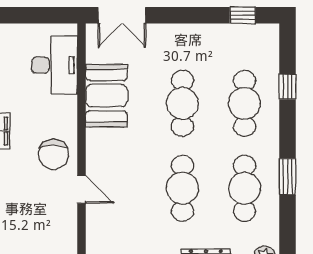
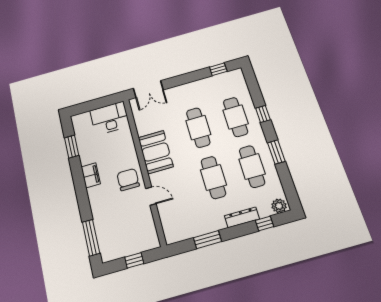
desk: (55, 65) -> (110, 118), moved, turned -90
window: (288, 87) -> (263, 114), moved
booth: (106, 96) -> (156, 152), moved
chair: (53, 154) -> (128, 180), turned 180

